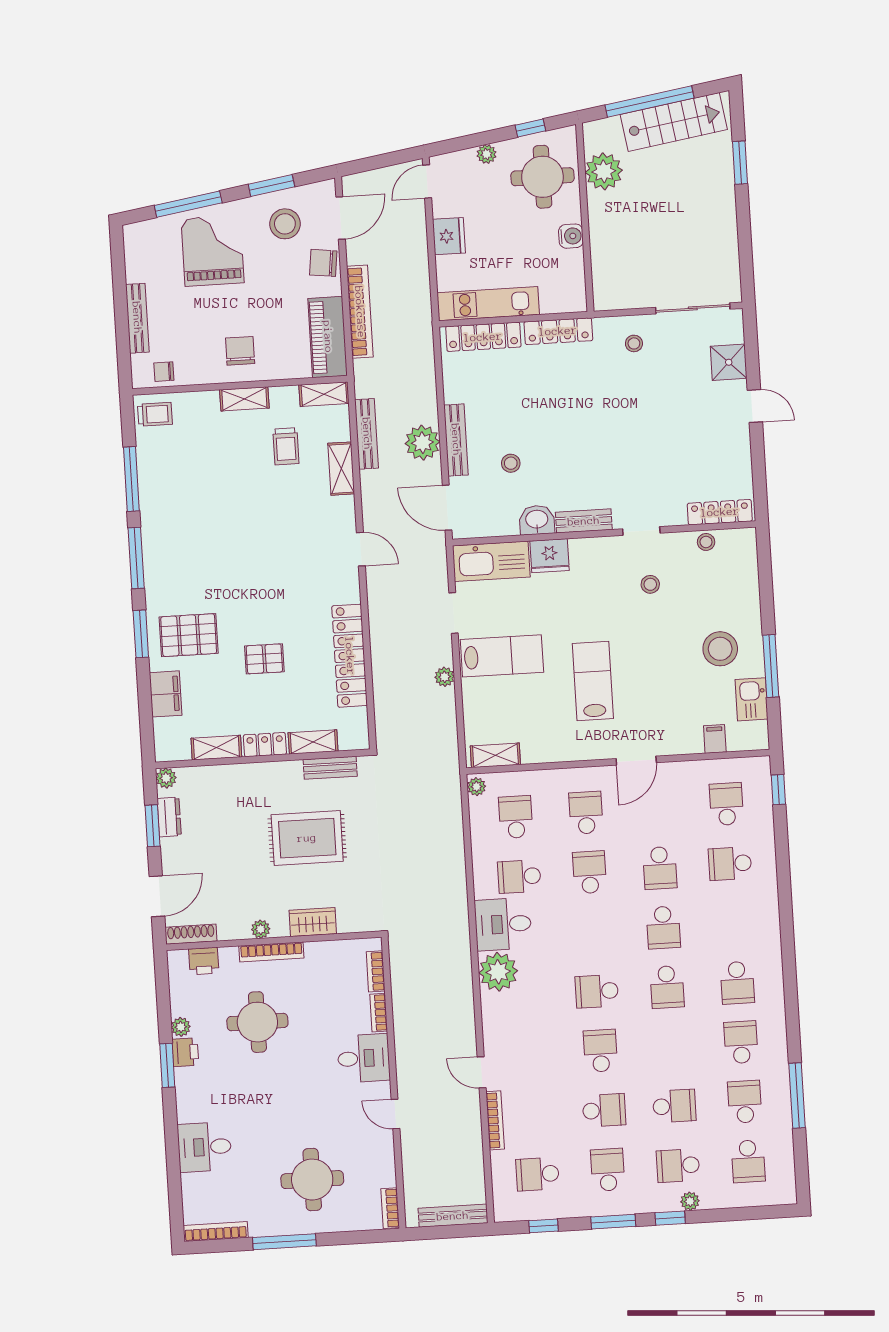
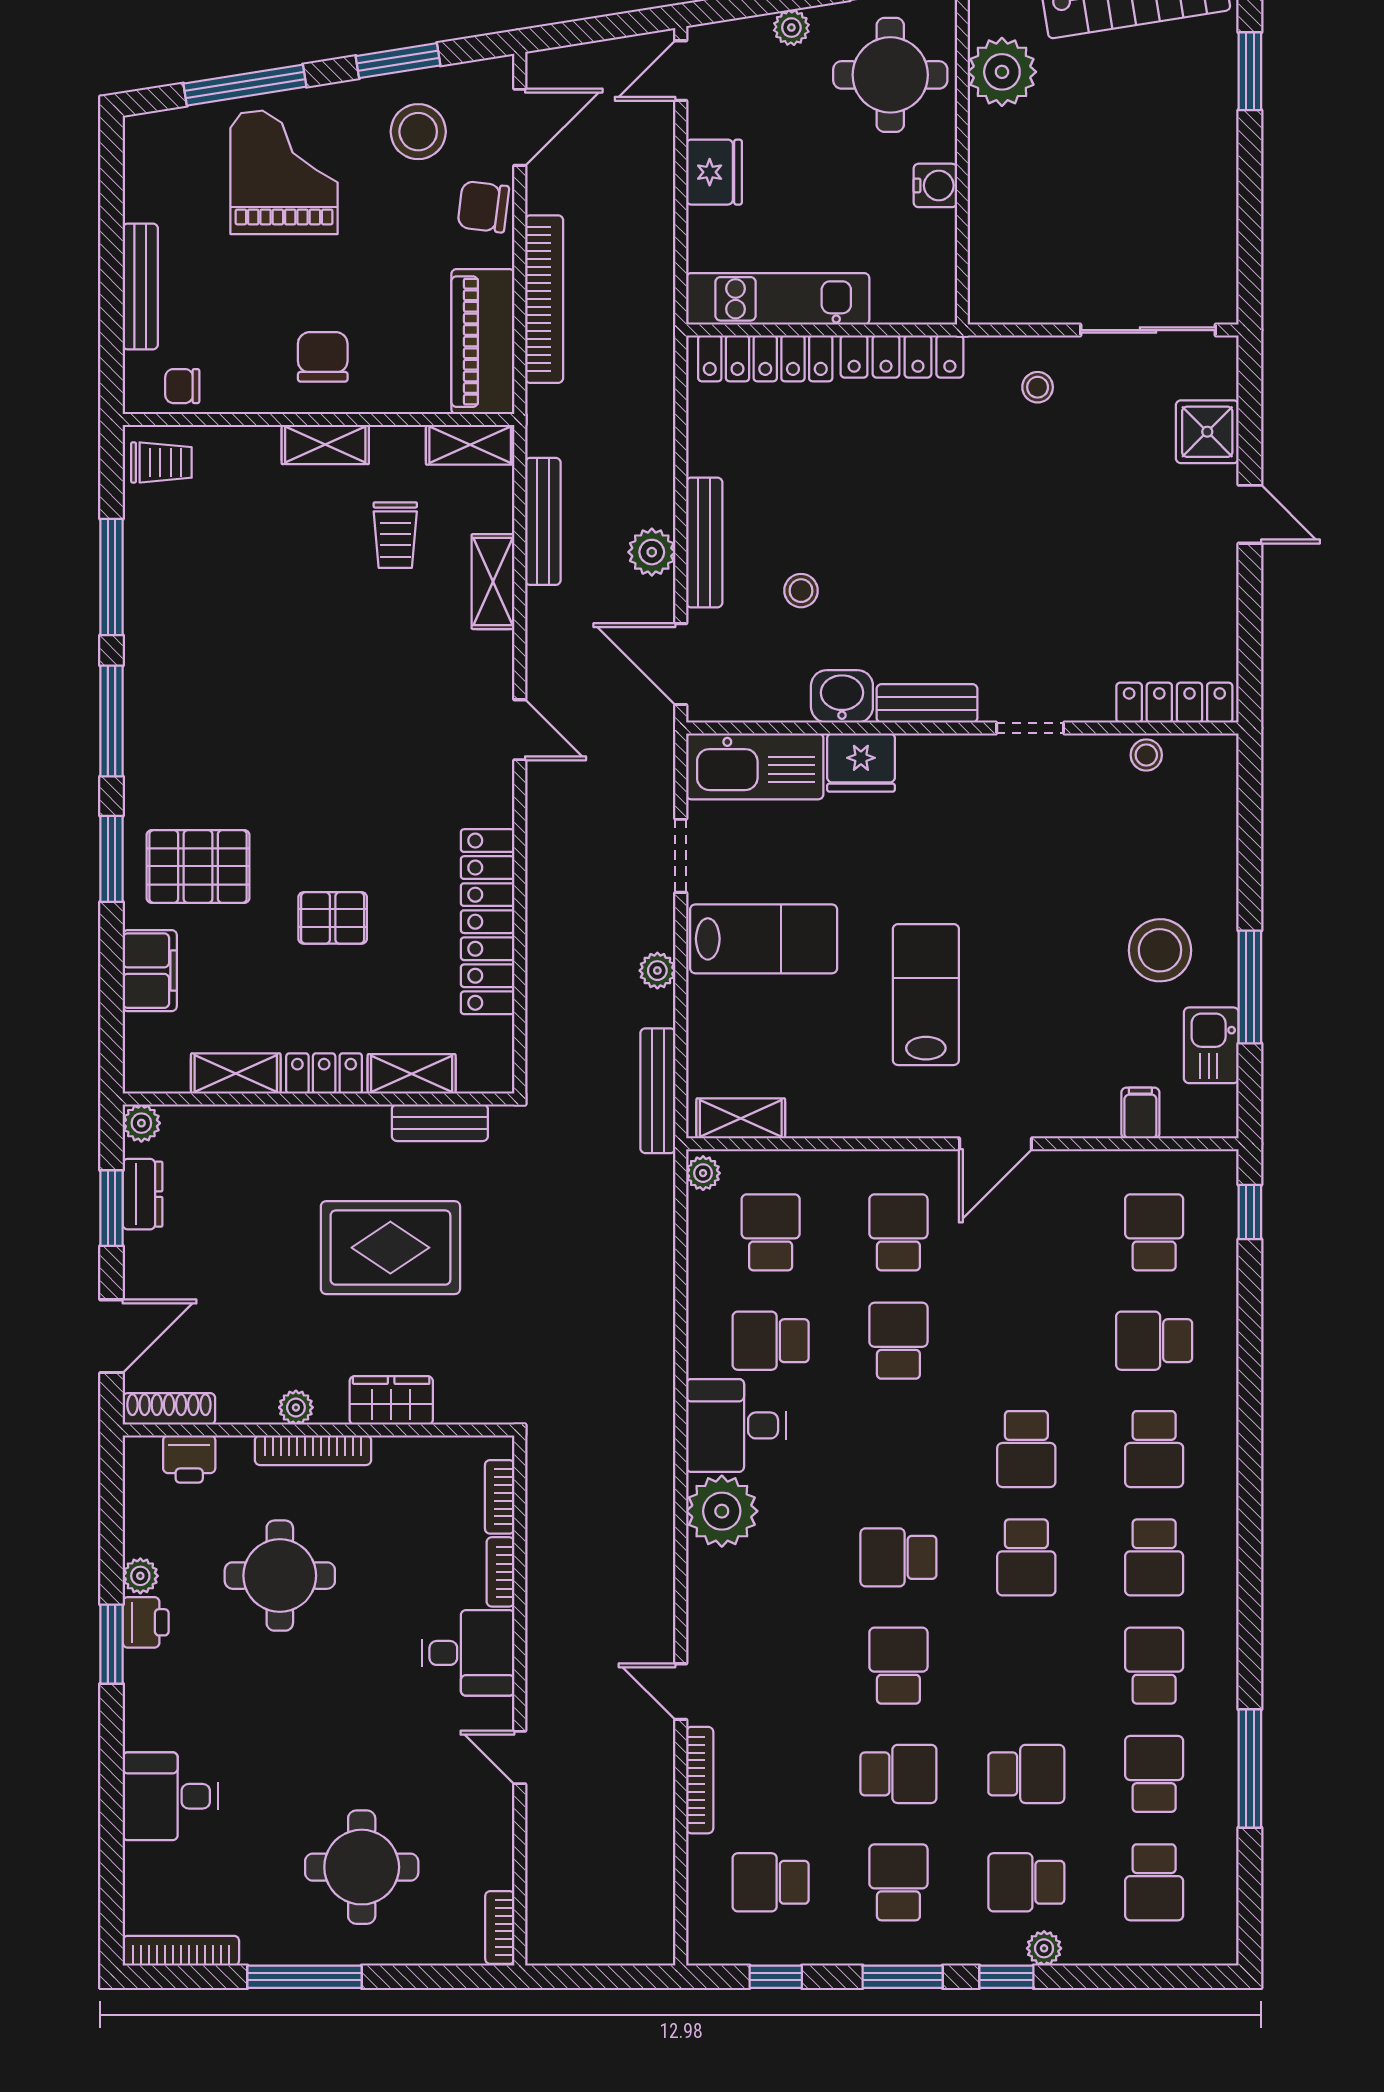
plant: (422, 443) -> (652, 552), width x0.73, depth x0.73
stool: (650, 584) -> (1040, 826), removed
school desk: (660, 868) -> (1154, 1449), moved
bench: (453, 1216) -> (658, 1091), moved, turned 90

